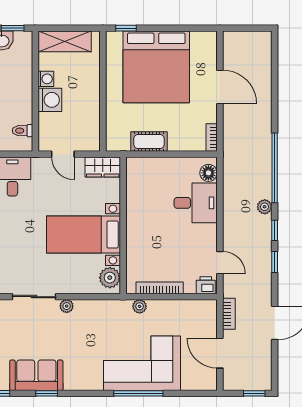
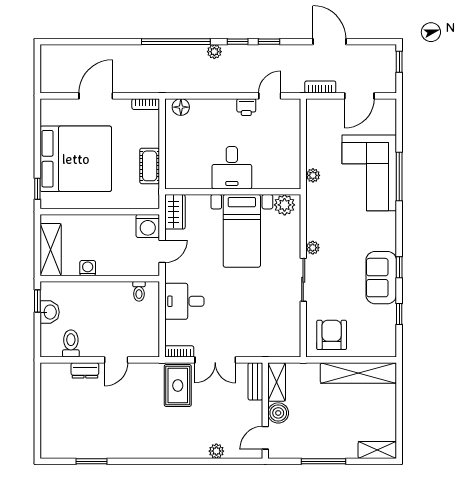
washing machine: (50, 100) -> (148, 226), moved, turned 180
desk: (196, 203) -> (232, 168), moved, turned 180
printer: (206, 285) -> (246, 107), moved, turned -90
bookcase: (160, 288) -> (295, 155), removed

